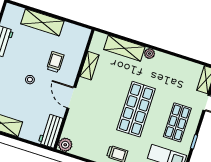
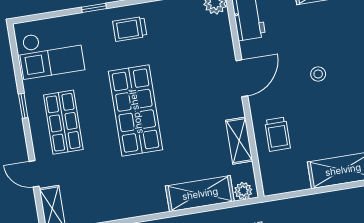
plant: (150, 54) -> (243, 191), moved
trolley: (55, 62) -> (278, 134), moved
door: (71, 98) -> (242, 78), hinge flipped

